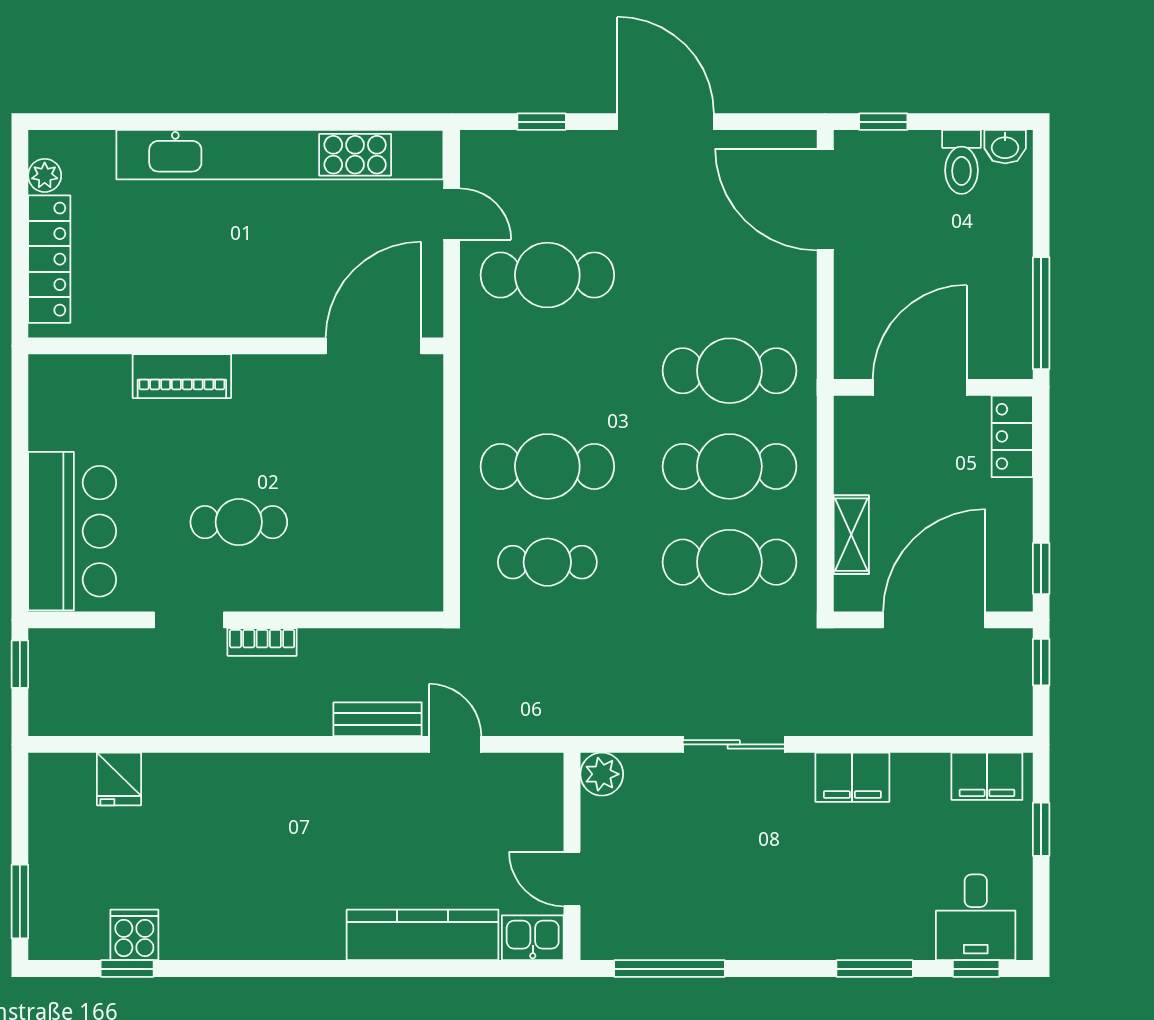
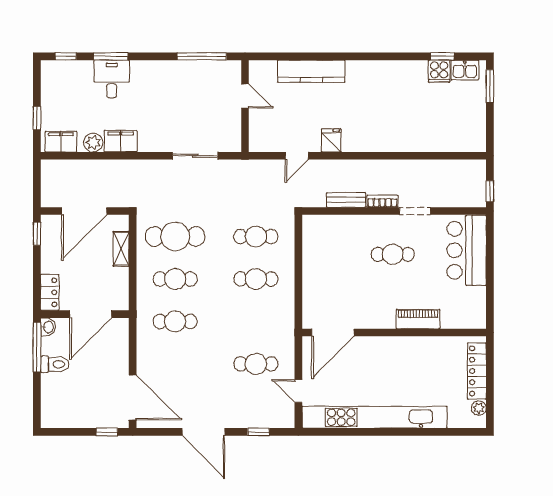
washbasin: (1005, 147) -> (48, 327), moved, turned 90
toilet: (962, 162) -> (55, 364), moved, turned 90
cafe table: (547, 275) -> (256, 364), width x0.73, depth x0.74
cafe table: (729, 371) -> (175, 321), width x0.73, depth x0.74
cafe table: (547, 466) -> (256, 279), width x0.73, depth x0.74
cafe table: (729, 466) -> (175, 279), width x0.73, depth x0.74
window: (1041, 662) -> (37, 192), removed
bench: (378, 719) -> (346, 200), moved
door: (455, 744) -> (297, 156), hinge flipped
sliding door: (734, 744) -> (195, 156), moved
plant: (602, 774) -> (93, 143), moved
fridge: (119, 779) -> (331, 140), moved
desk: (976, 917) -> (112, 79), moved
kitchen sink: (533, 938) -> (465, 70), moved

